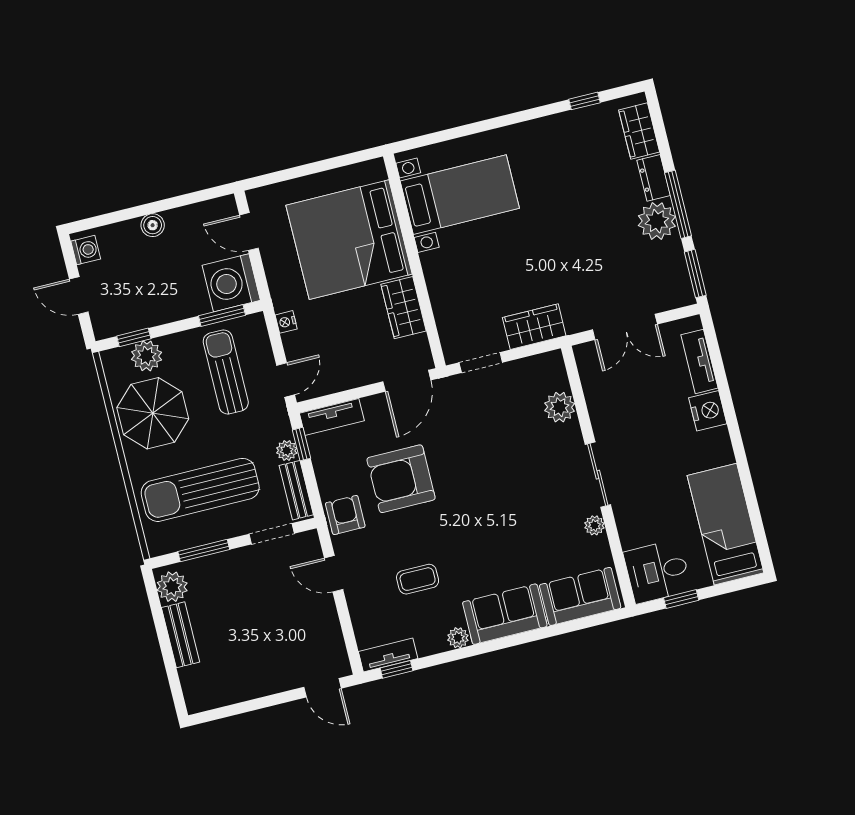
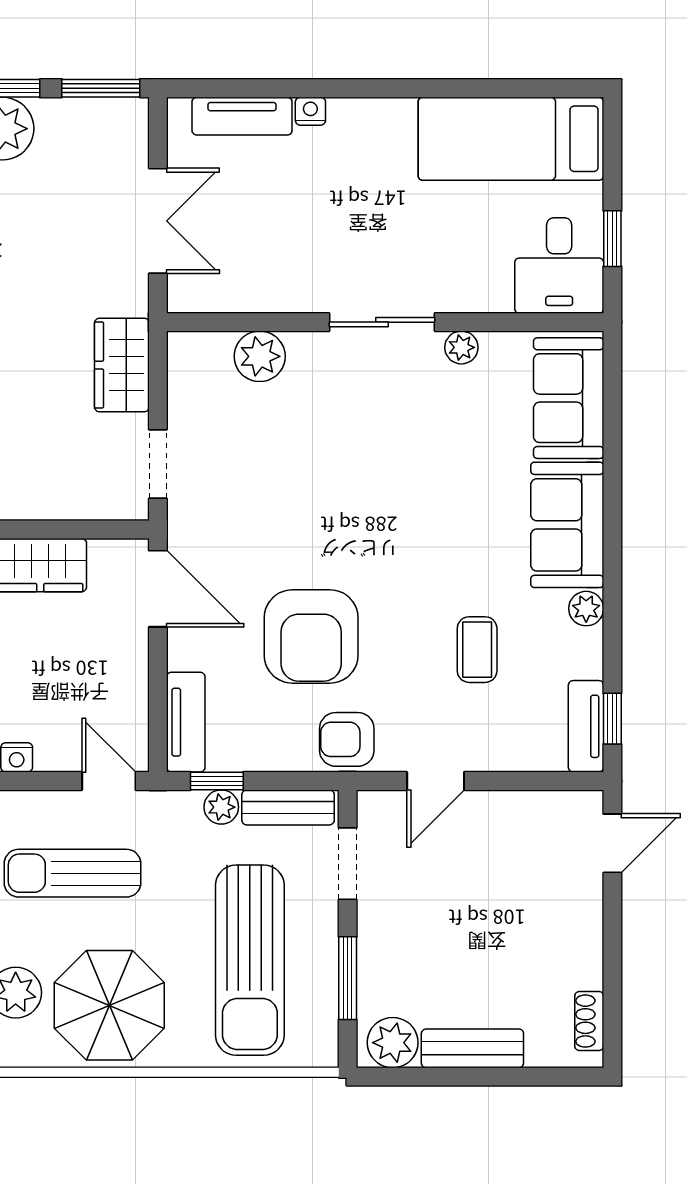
nightstand: (708, 411) -> (310, 111), width x0.53, depth x0.56
shoe rack: (214, 700) -> (589, 1021), added

